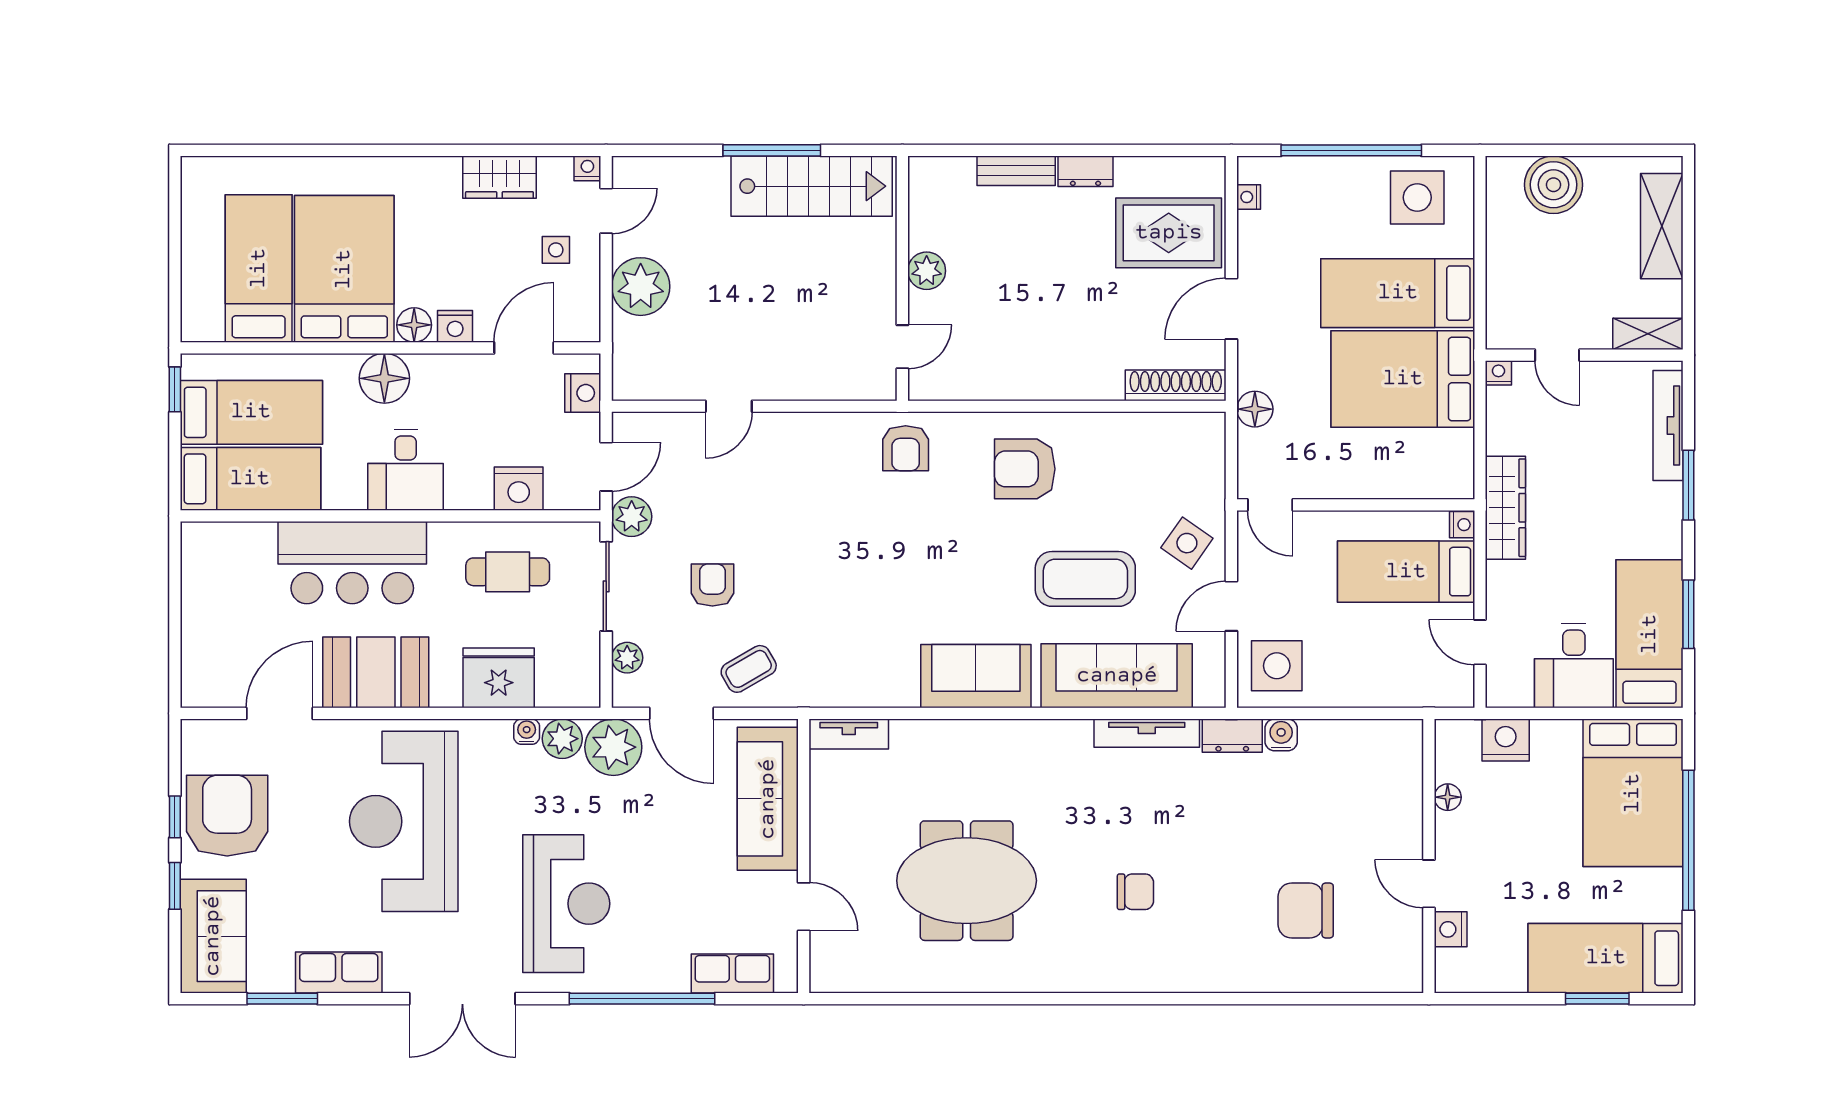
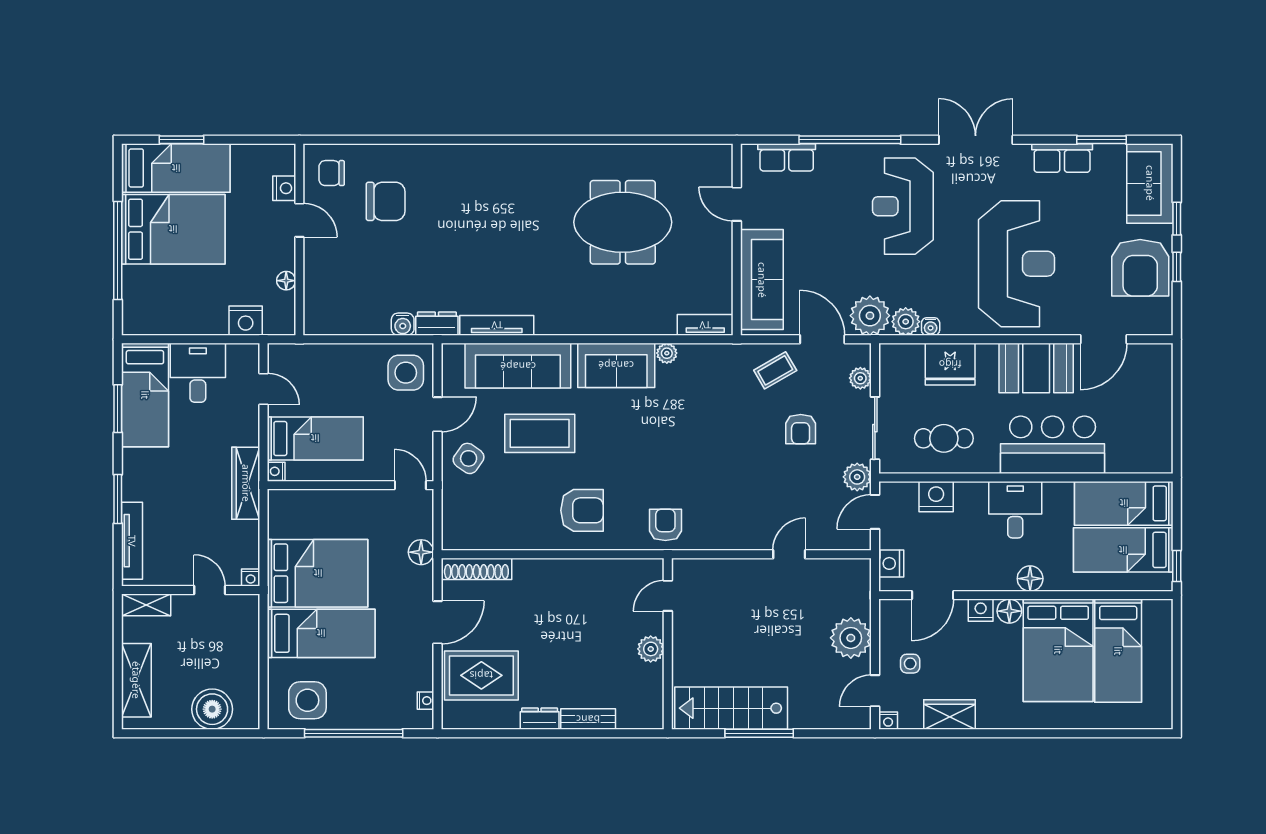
floor lamp: (384, 378) -> (1030, 579), width x0.73, depth x0.73
plant: (904, 693) -> (667, 353), added
bed: (1633, 793) -> (173, 229), moved, turned 90
chair: (1135, 892) -> (332, 173), moved

